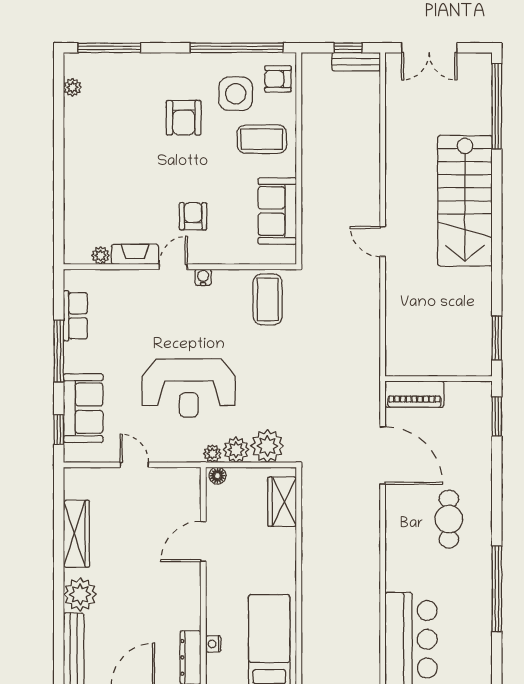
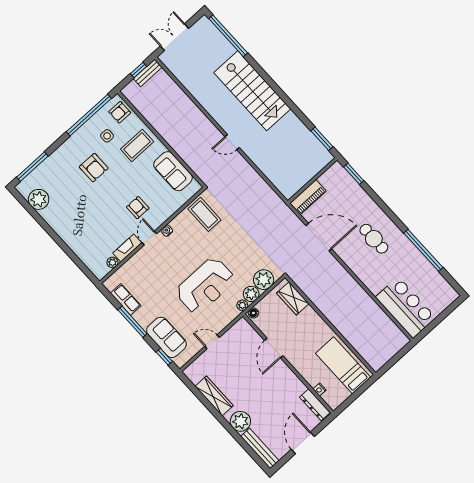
double door: (429, 48) -> (175, 37), swing flipped
plant: (72, 87) -> (39, 199), width x1.87, depth x1.87
side table: (236, 94) -> (107, 136), width x0.54, depth x0.54

